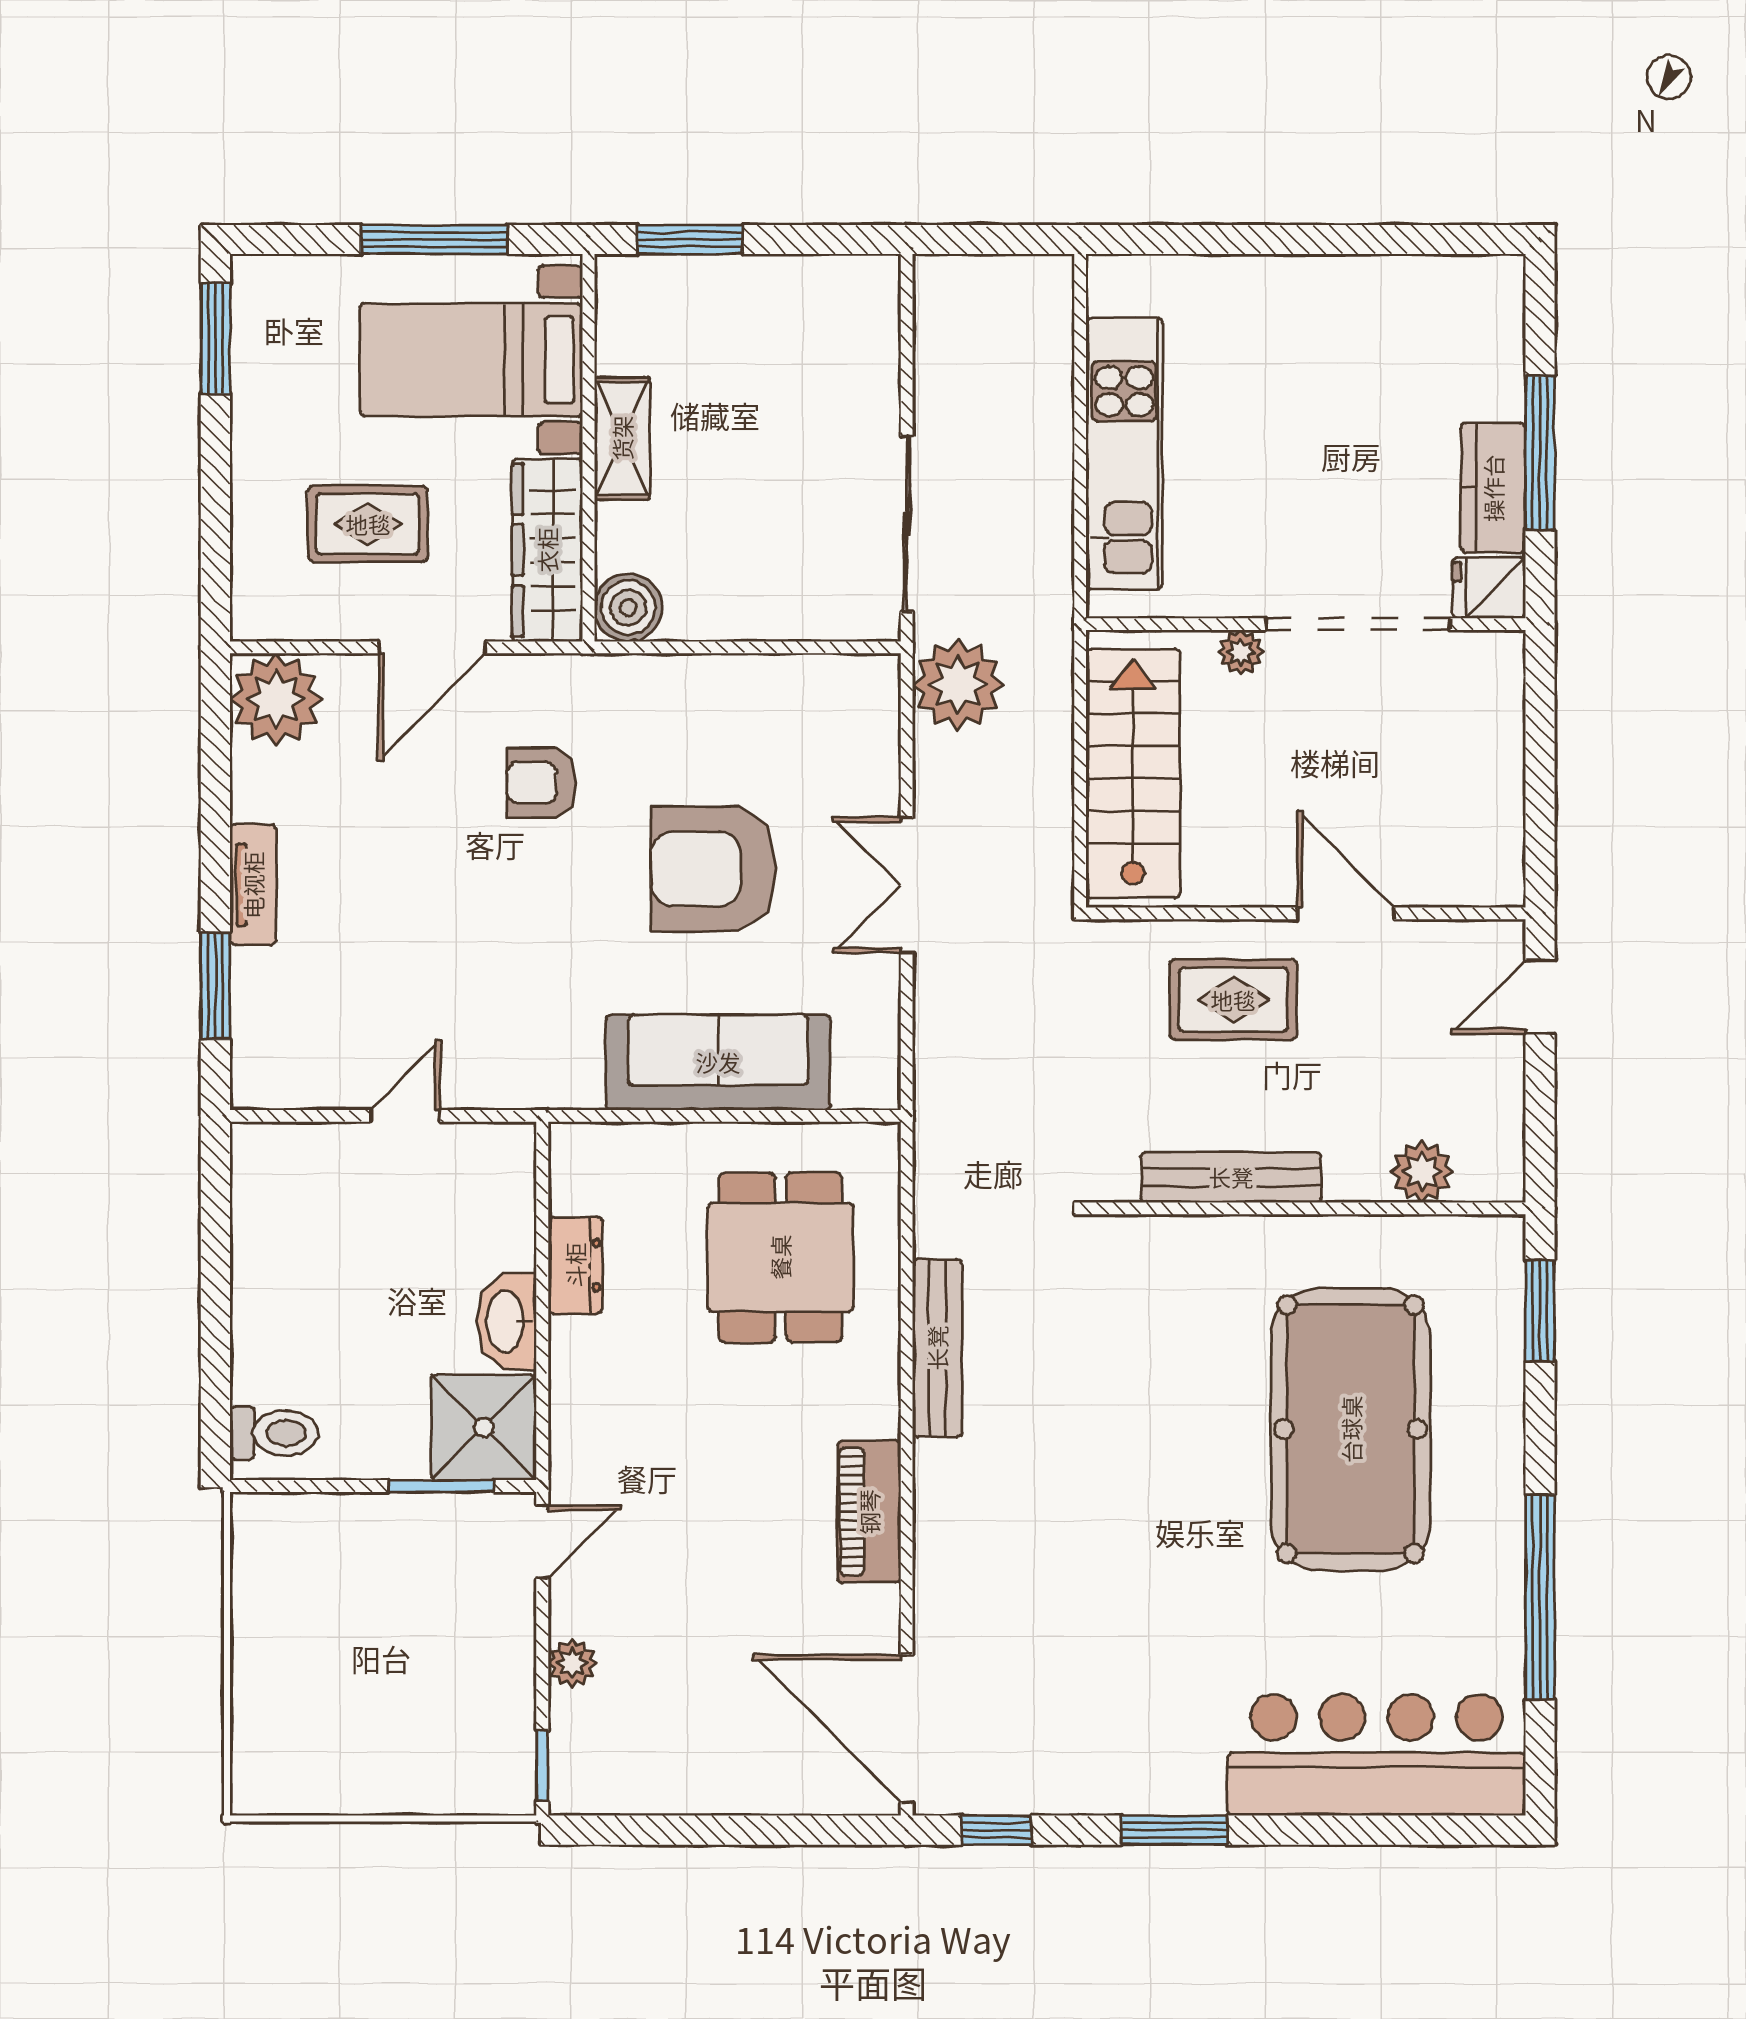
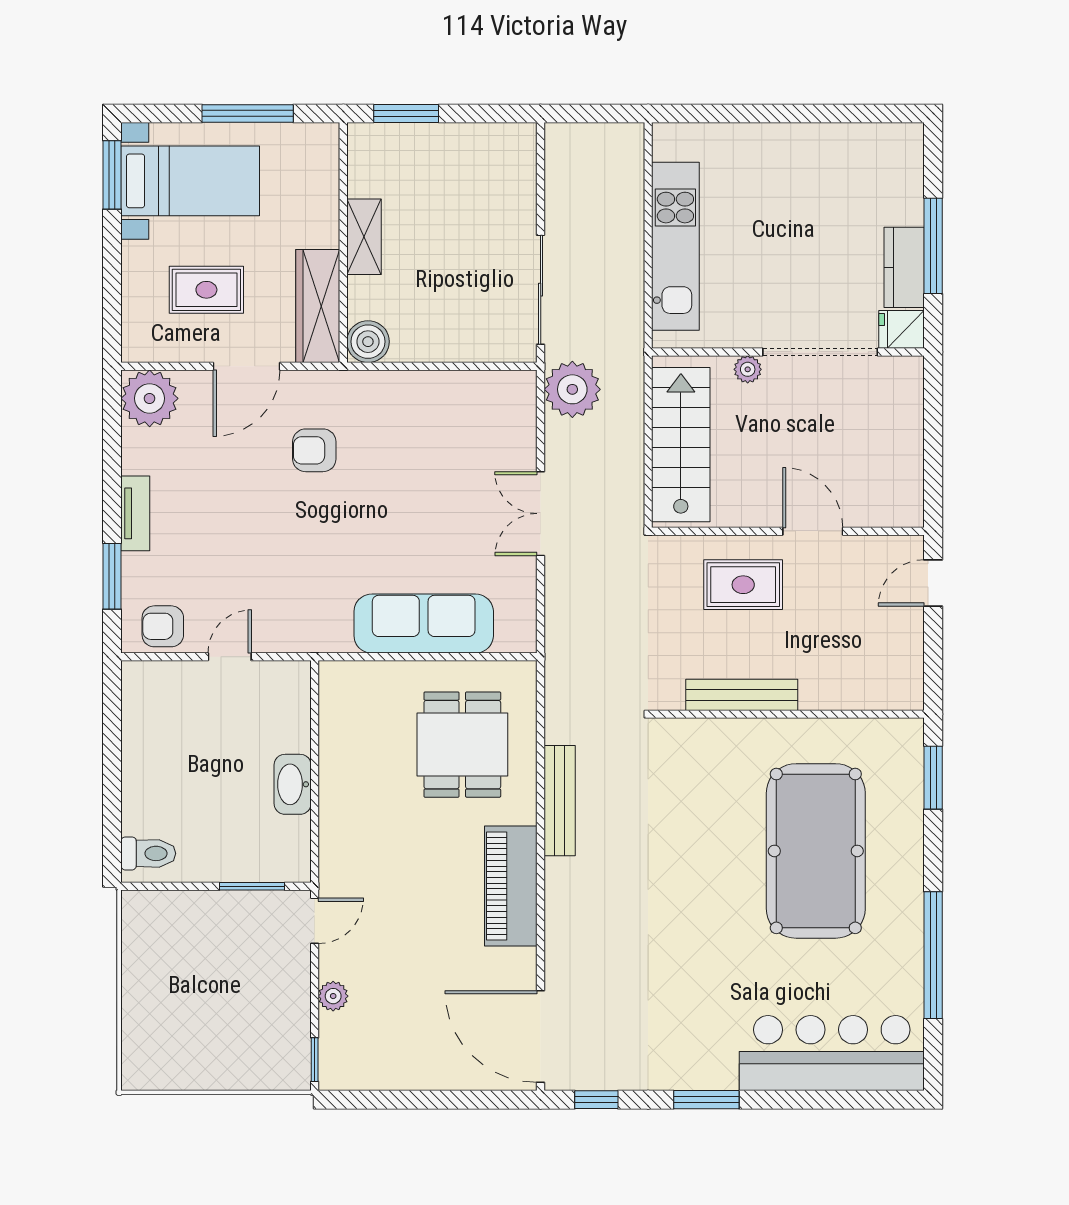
bed with nightstands: (471, 360) -> (190, 181), moved, turned 180
armchair: (713, 869) -> (163, 626), moved, width x0.53, depth x0.53
plant: (1422, 1172) -> (860, 691), removed
dresser: (575, 1265) -> (335, 749), removed
shower: (484, 1428) -> (278, 850), removed
piano: (869, 1512) -> (511, 886), width x1.37, depth x1.33

